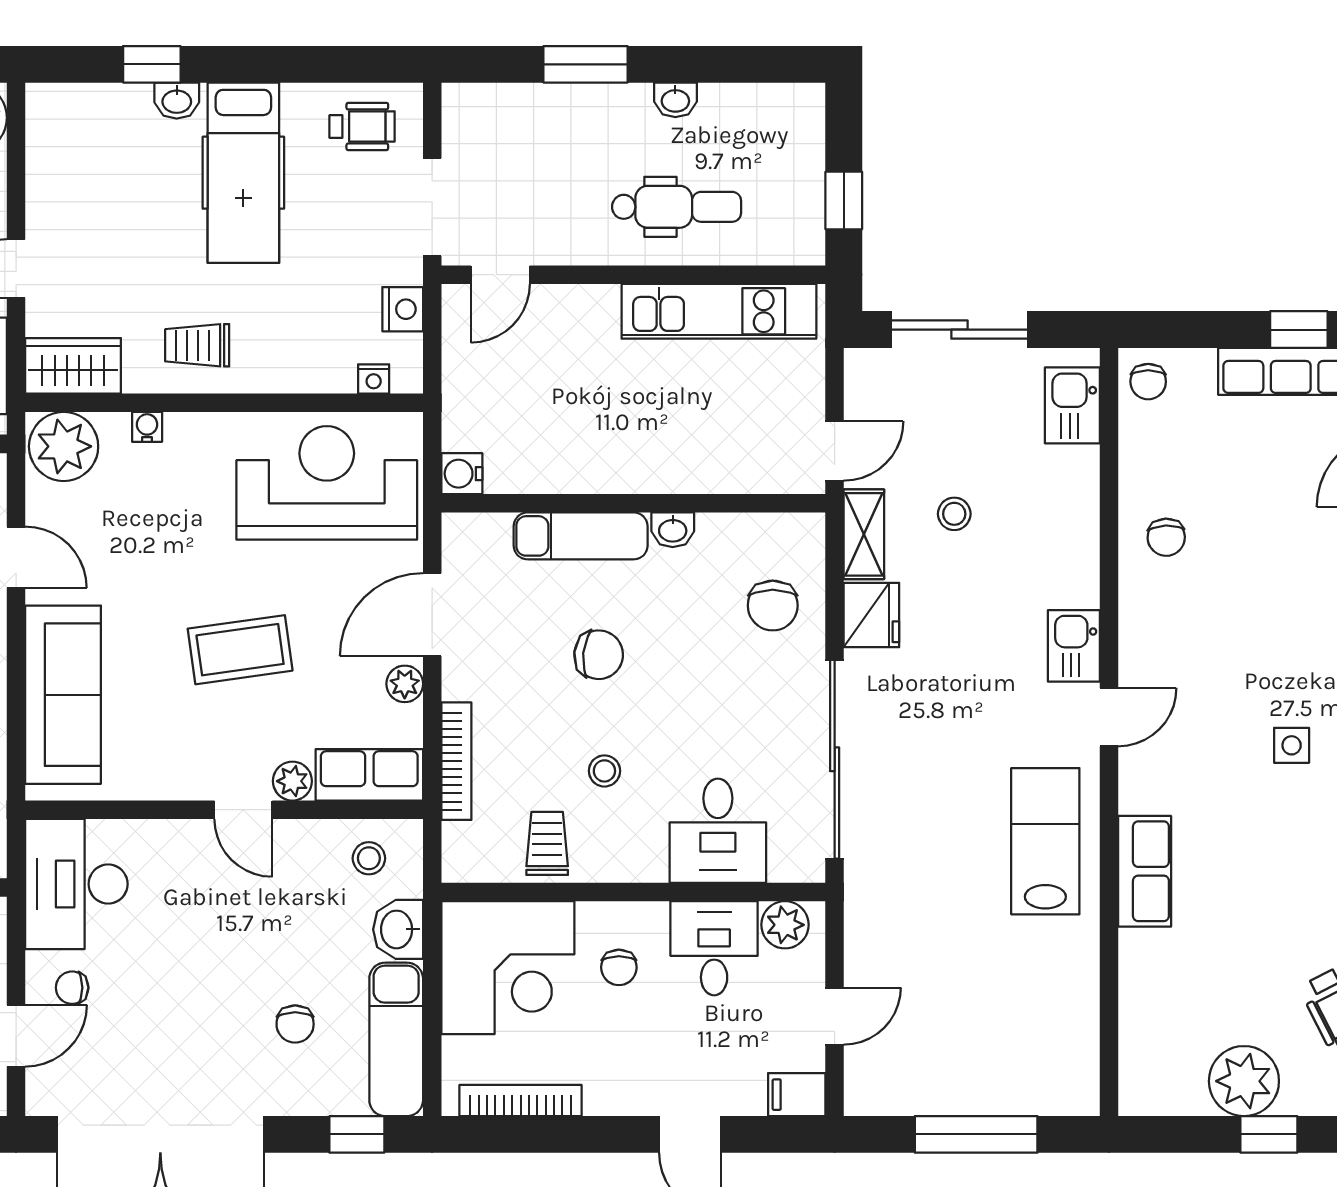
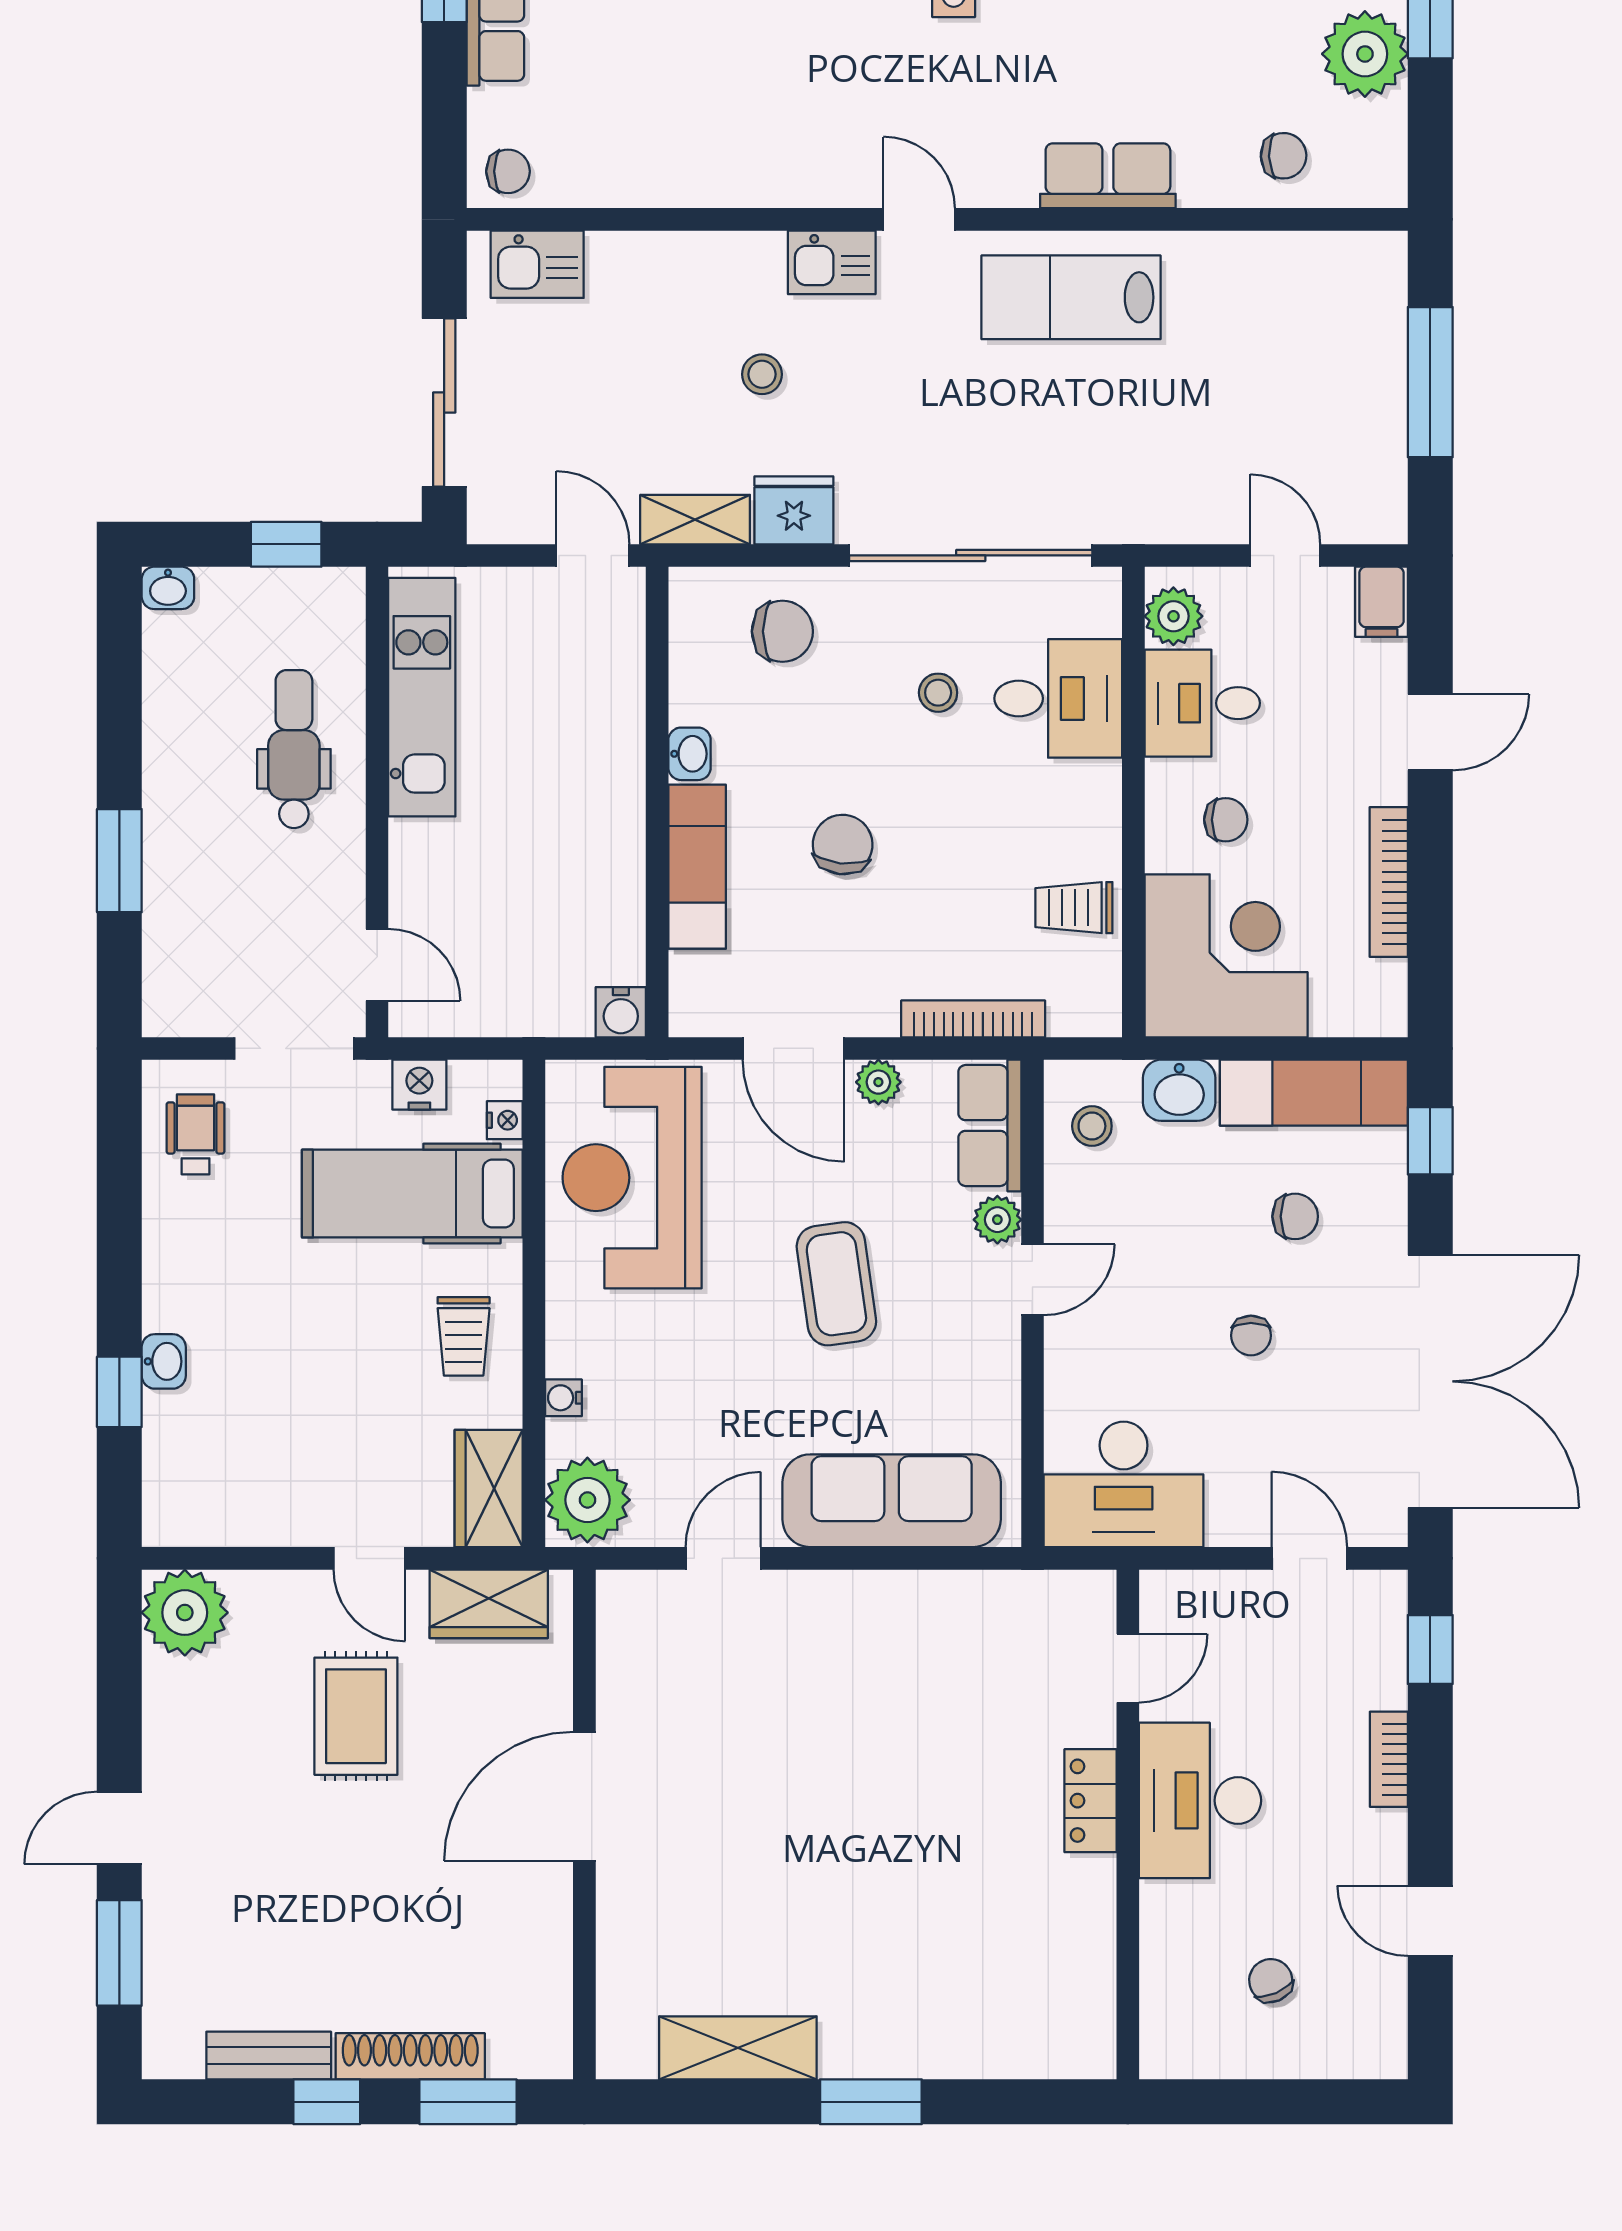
washbasin: (675, 100) -> (168, 588), moved, turned 90
hospital bed: (243, 173) -> (412, 1194), moved, turned 180
stool: (954, 514) -> (762, 374), moved
chair: (1166, 537) -> (1284, 156), moved
stool: (604, 771) -> (938, 693), moved
chair: (72, 988) -> (1251, 1336), moved
bookcase: (521, 1100) -> (1389, 882), moved

